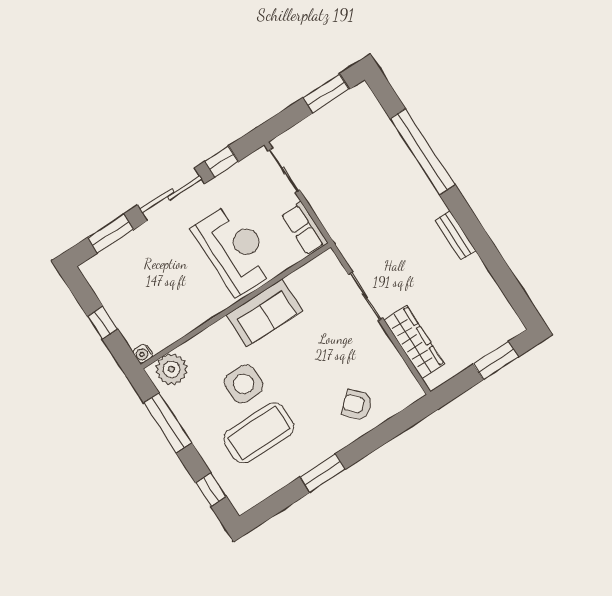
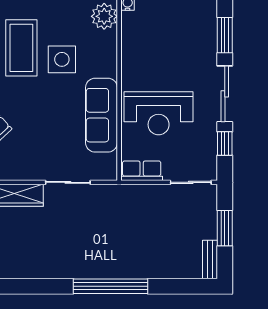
window: (326, 94) -> (225, 228), moved
window: (423, 152) -> (110, 286), moved
bench: (456, 236) -> (210, 259), moved, turned 90
sofa: (264, 313) -> (101, 115), width x1.36

